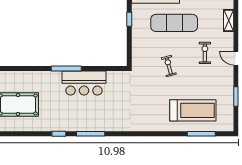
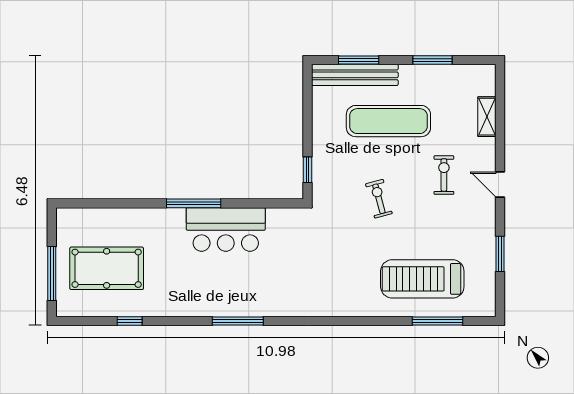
window: (129, 19) -> (308, 170), moved
treadmill: (193, 110) -> (422, 279), turned 180
window: (59, 134) -> (130, 321), moved

